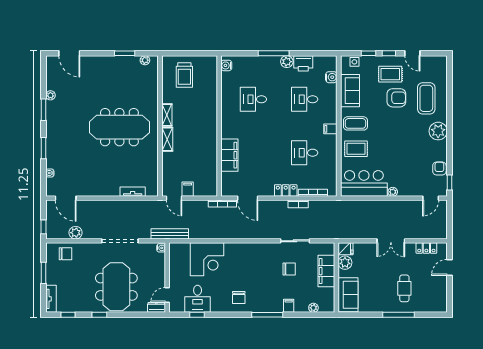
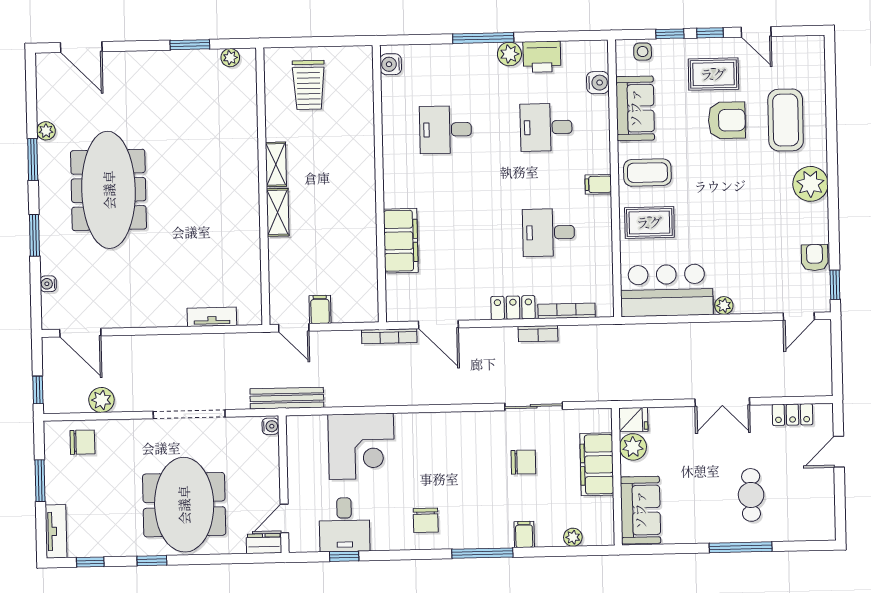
meeting table: (119, 127) -> (109, 190), moved, turned 90

